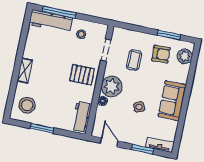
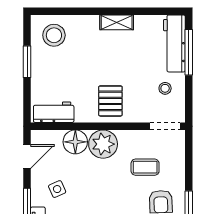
doorway: (106, 50) -> (165, 126), moved
shelving: (25, 71) -> (117, 22), moved
floor lamp: (103, 101) -> (75, 142), width x1.89, depth x1.89
side table: (139, 107) -> (57, 189), moved

